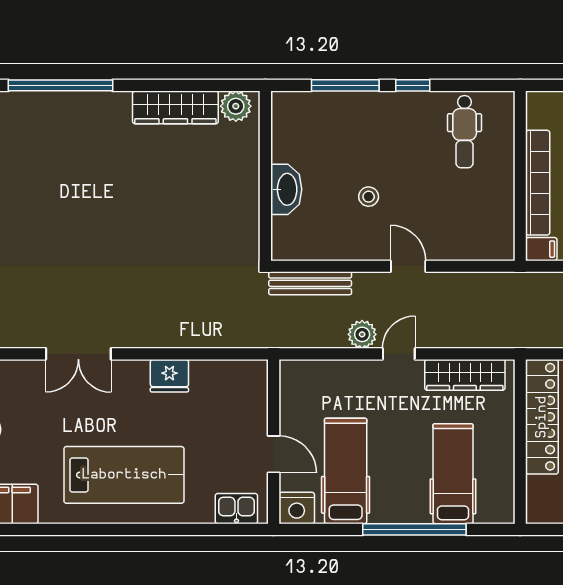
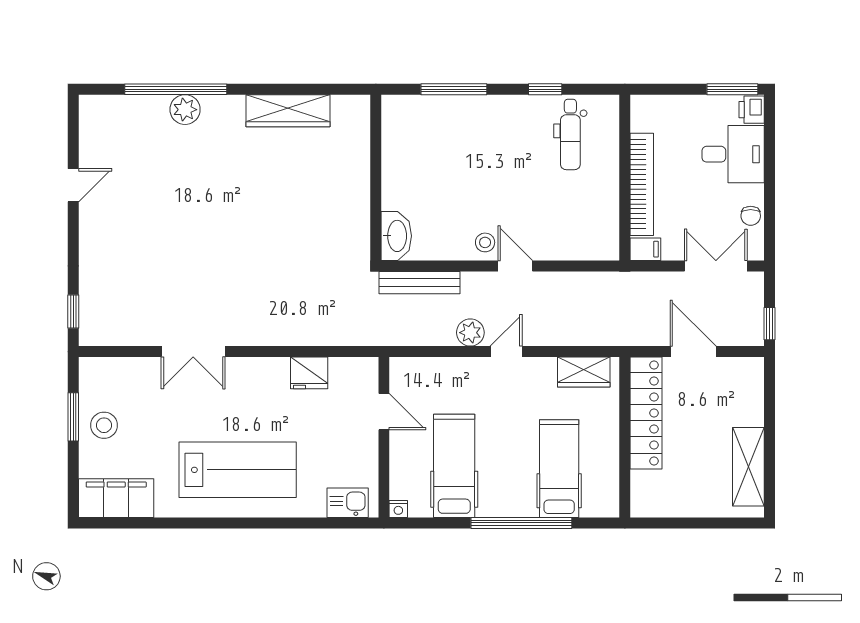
window: (413, 85) -> (545, 89), moved
plant: (236, 106) -> (185, 110), moved
washbasin: (286, 189) -> (396, 236), moved
stool: (369, 197) -> (485, 242), moved
wardrobe: (465, 375) -> (584, 372), width x0.67
fridge: (169, 376) -> (309, 373), moved
door: (274, 454) -> (384, 412), moved
nightstand: (297, 508) -> (398, 509), width x0.53, depth x0.56

